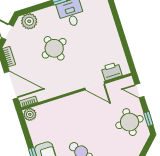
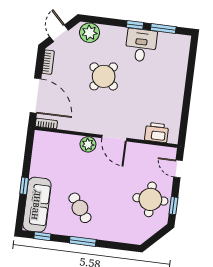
round table: (54, 48) -> (104, 76), turned -32
door: (95, 86) -> (114, 138), moved
plant: (30, 114) -> (88, 144), moved

